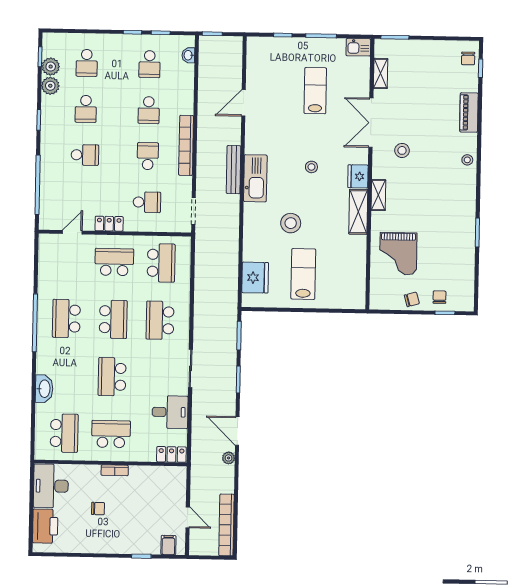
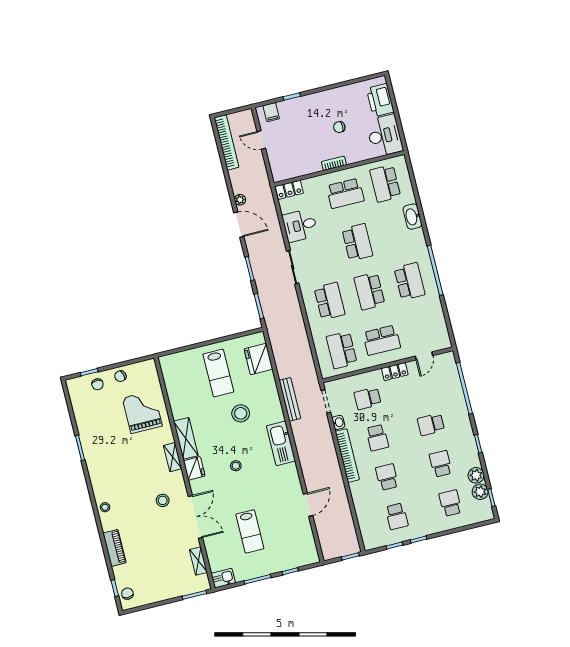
washbasin: (188, 55) -> (338, 422), moved
school desk: (150, 64) -> (397, 516), turned 180
bench: (234, 170) -> (290, 399), moved

